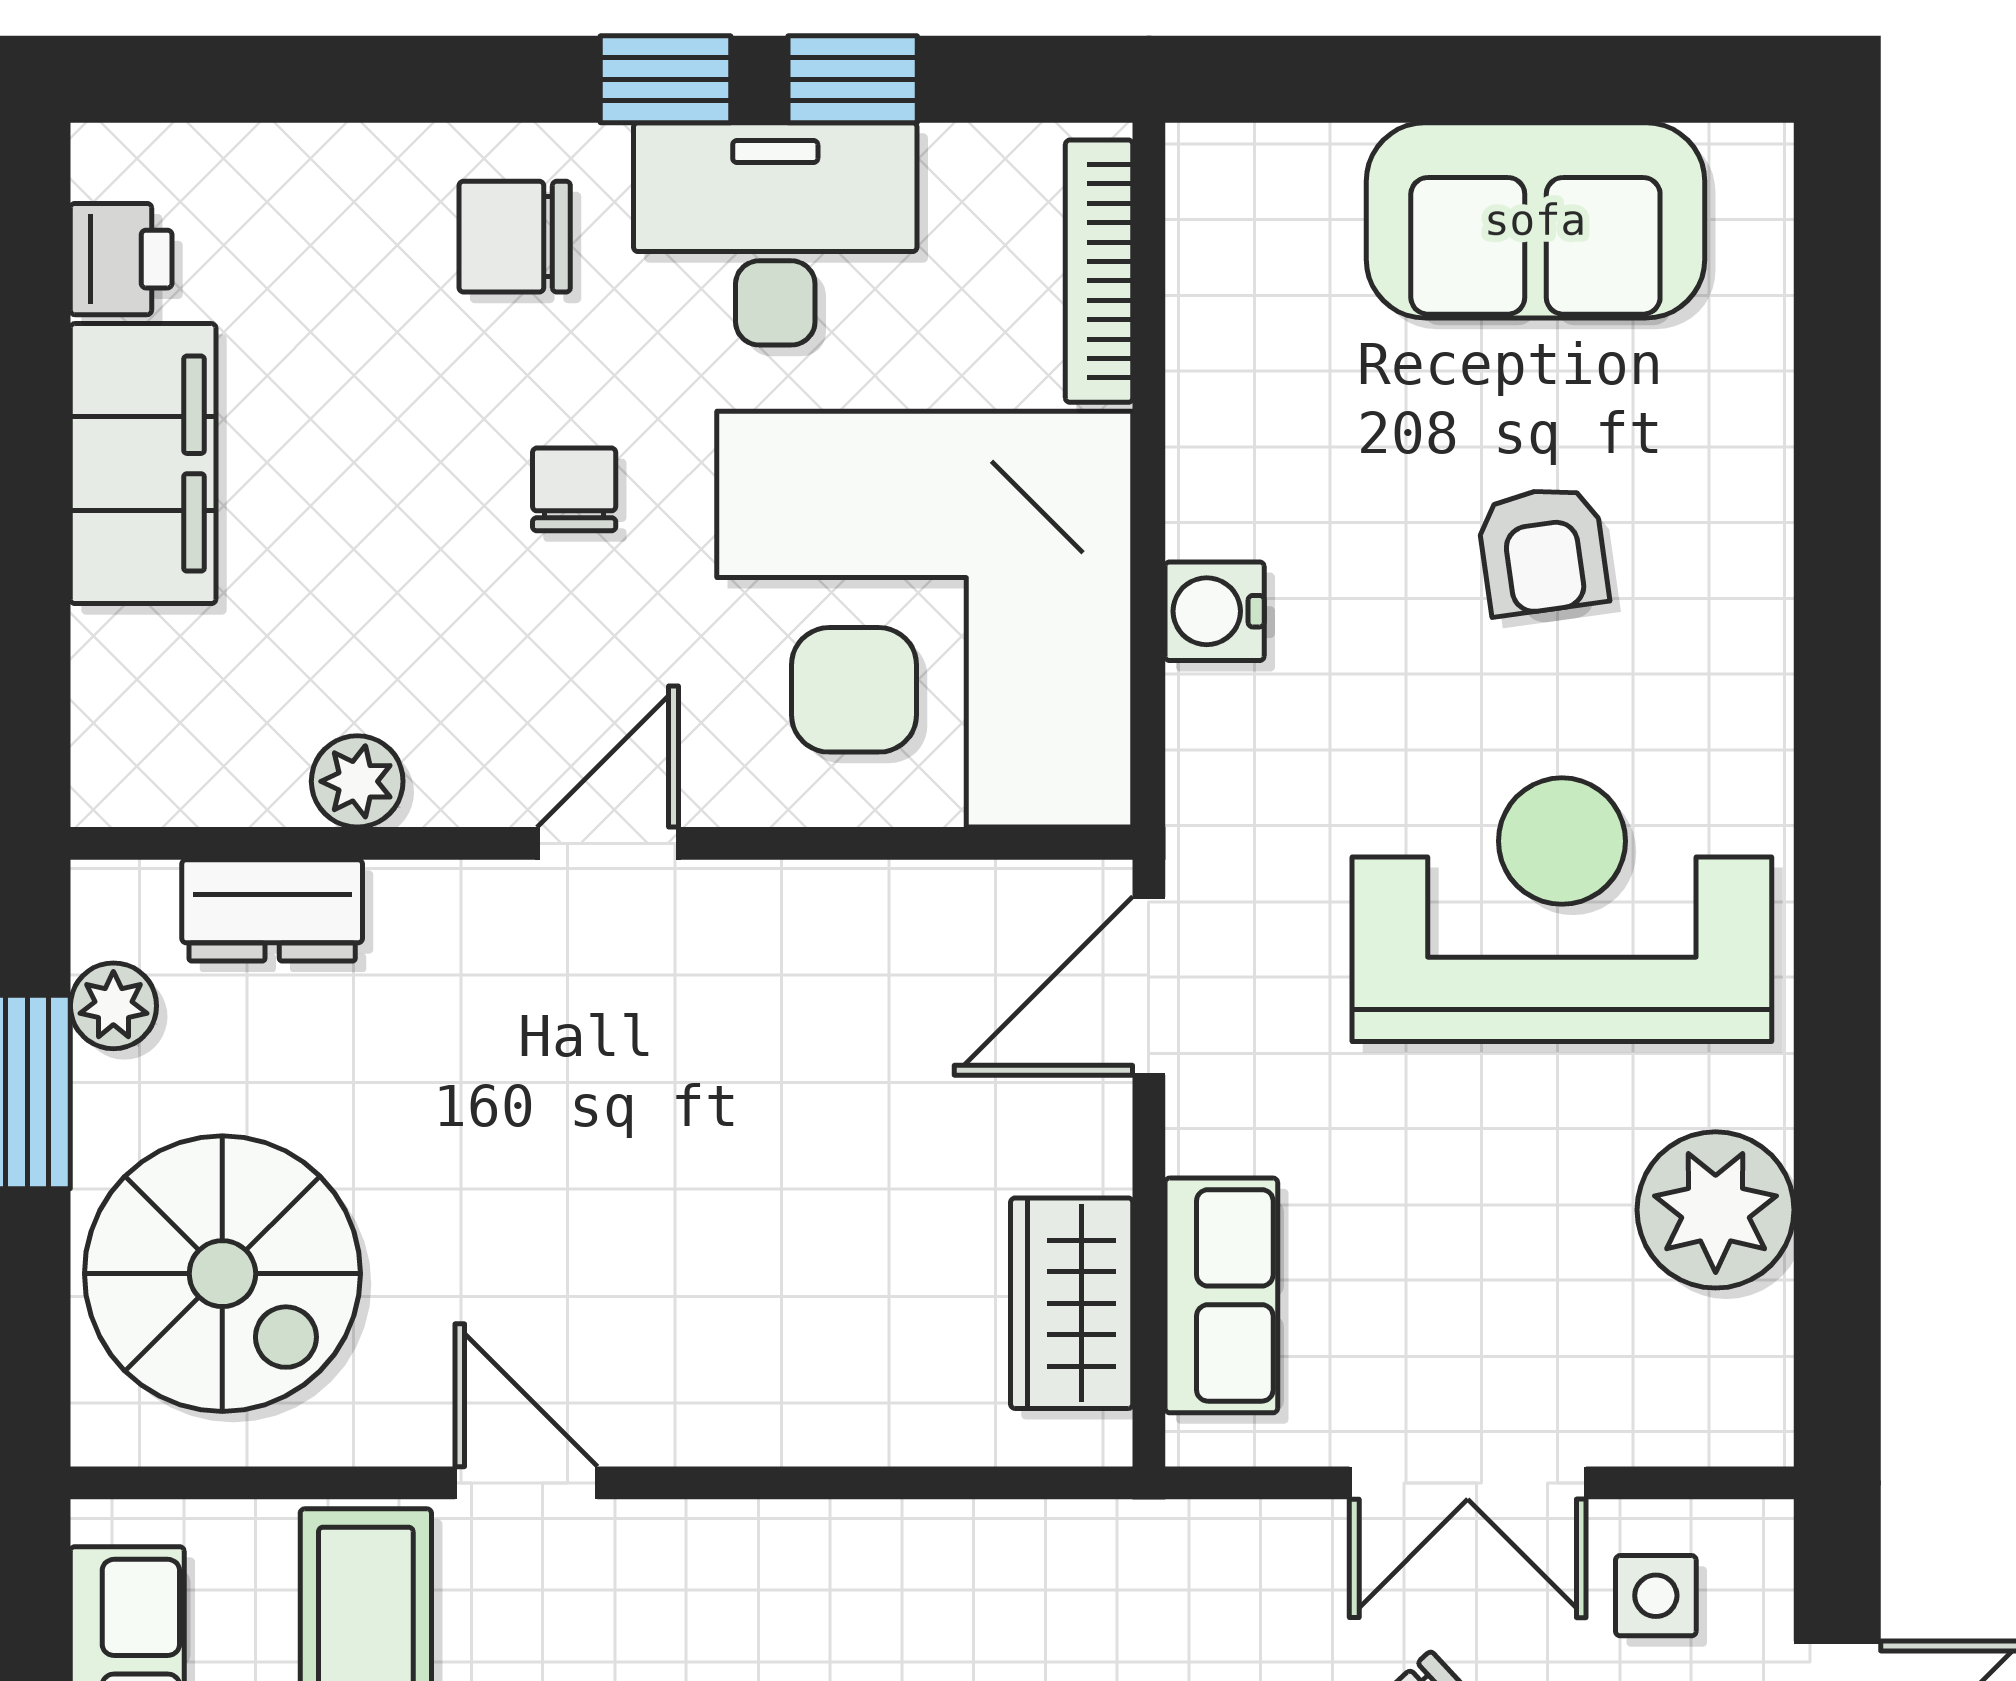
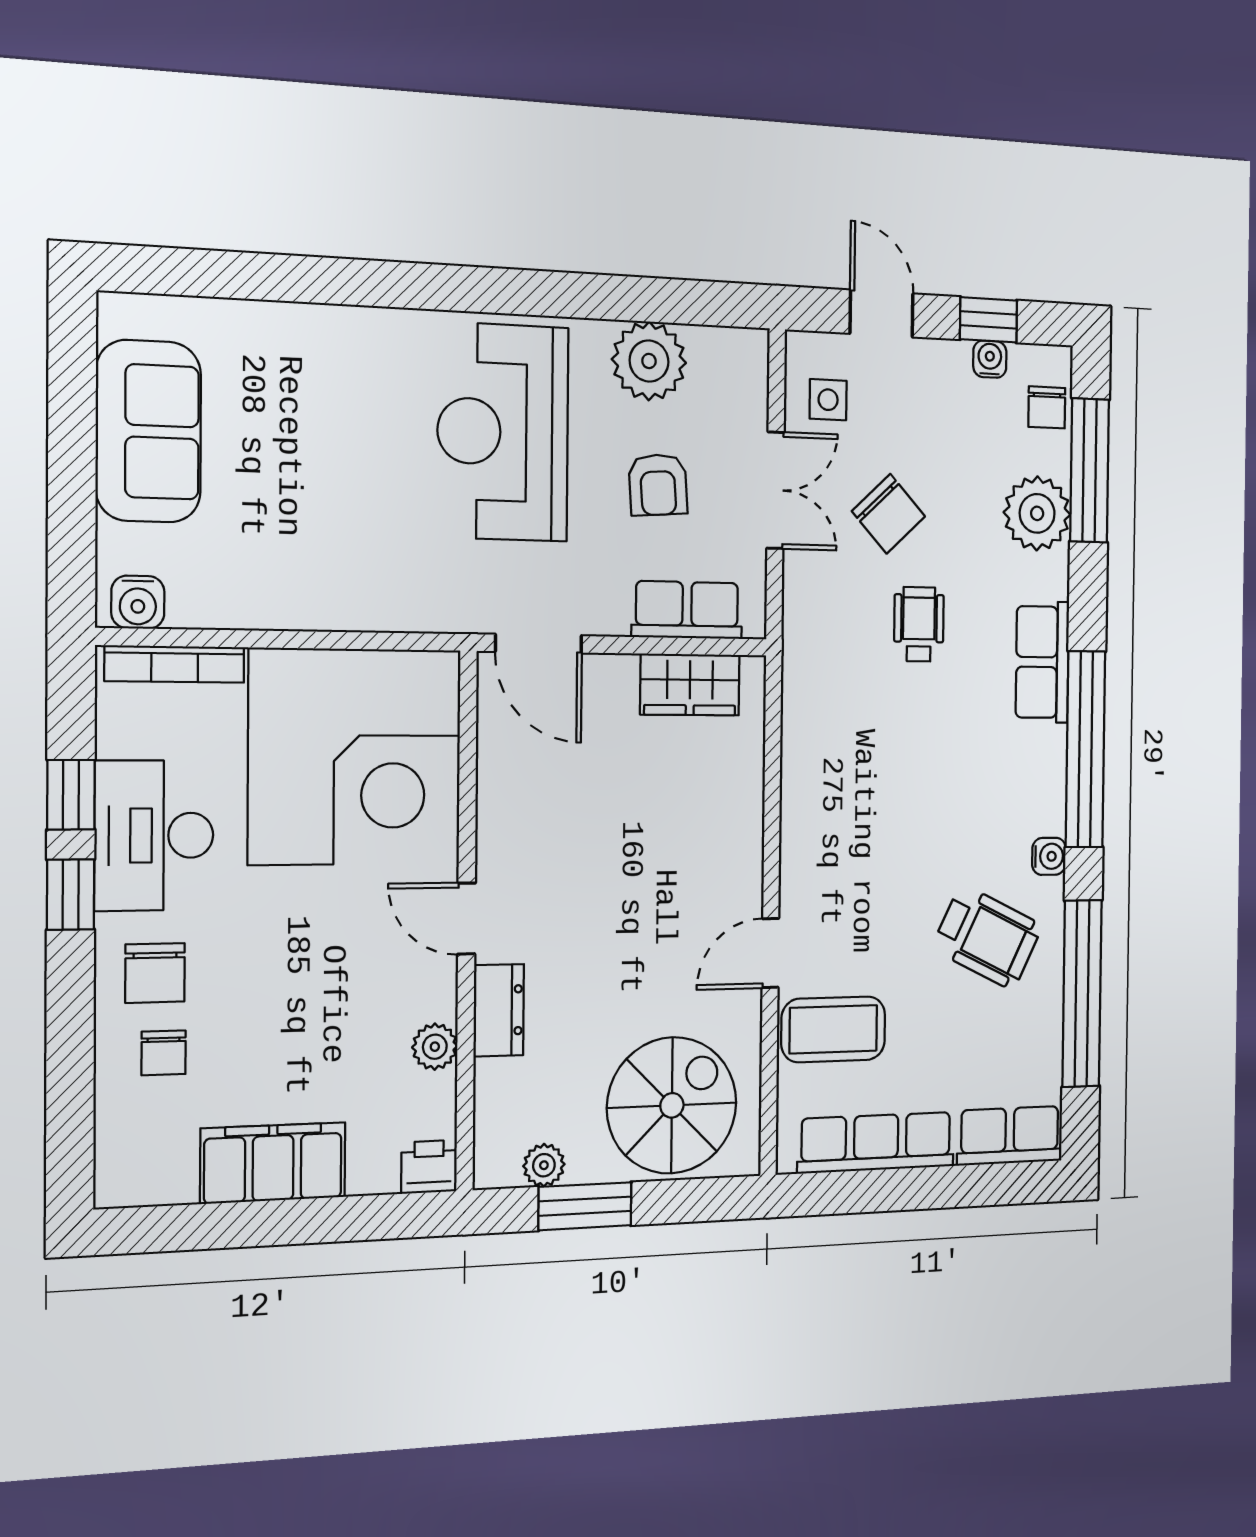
printer: (121, 259) -> (429, 1167), moved
chair: (574, 489) -> (164, 1053), moved, turned -90
armchair: (1543, 550) -> (658, 485), moved, turned 94
water cooler: (1215, 611) -> (138, 602), moved
dresser: (272, 910) -> (499, 1010), moved

